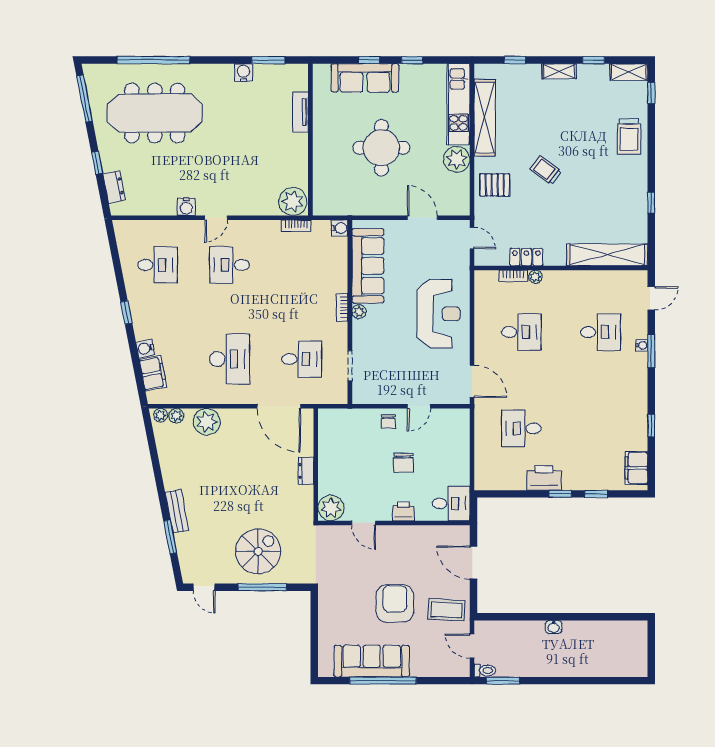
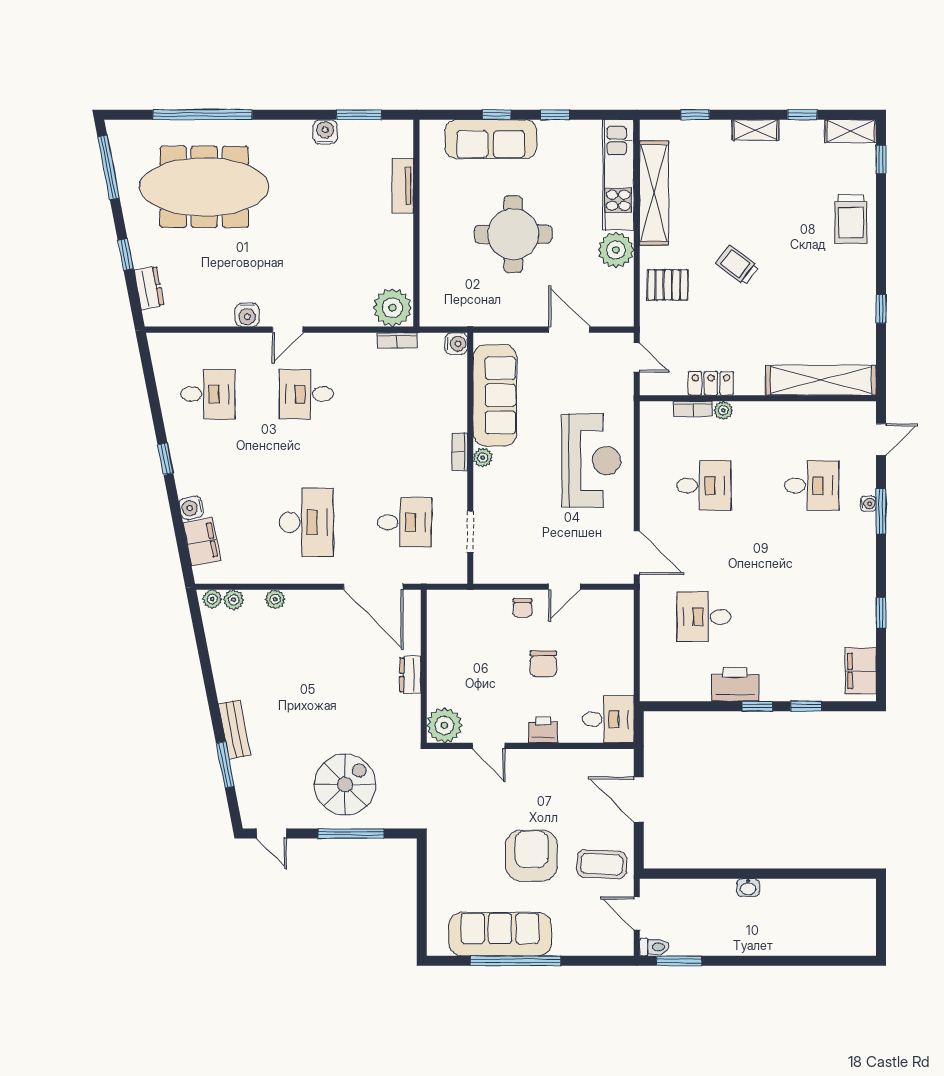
plant: (207, 422) -> (275, 599), width x0.53, depth x0.53

